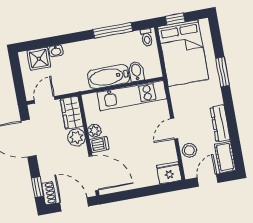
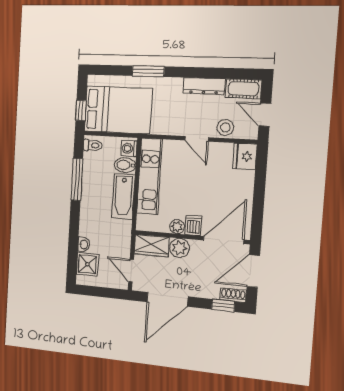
washing machine: (152, 71) -> (129, 148), added

